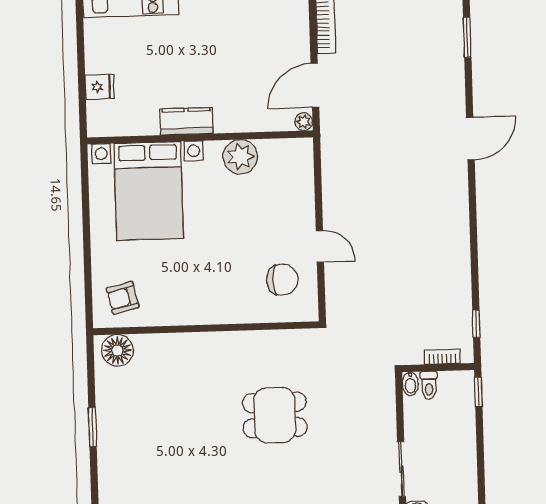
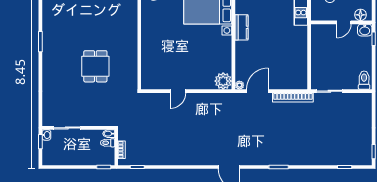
door: (315, 85) -> (257, 91), hinge flipped
plant: (240, 157) -> (223, 81), moved
chair: (282, 280) -> (162, 72), removed

